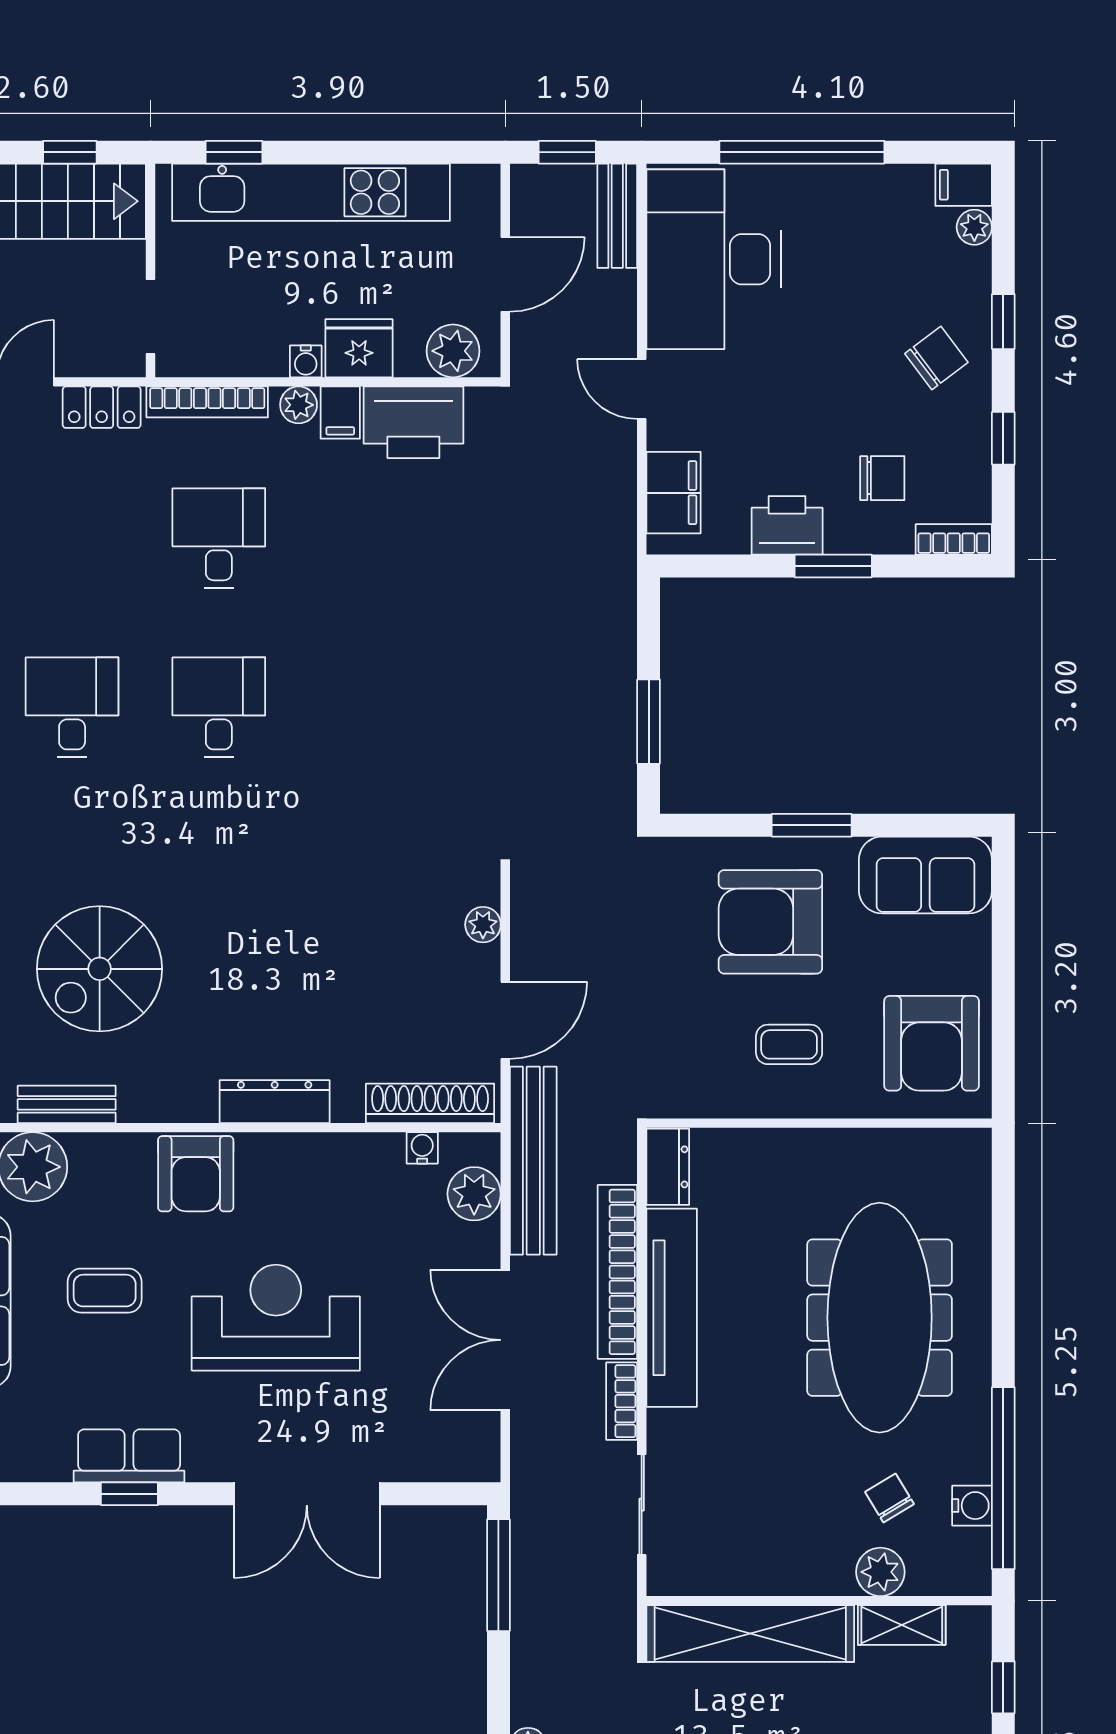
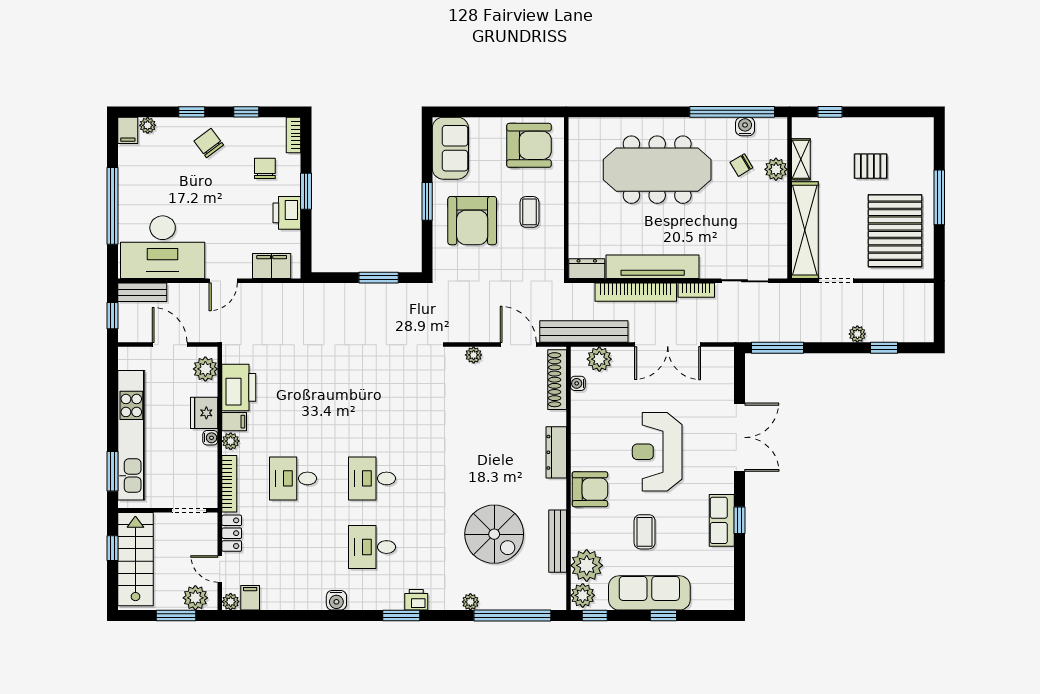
window: (234, 152) -> (113, 471), width x1.50
bench: (67, 1104) -> (558, 541), width x1.36

